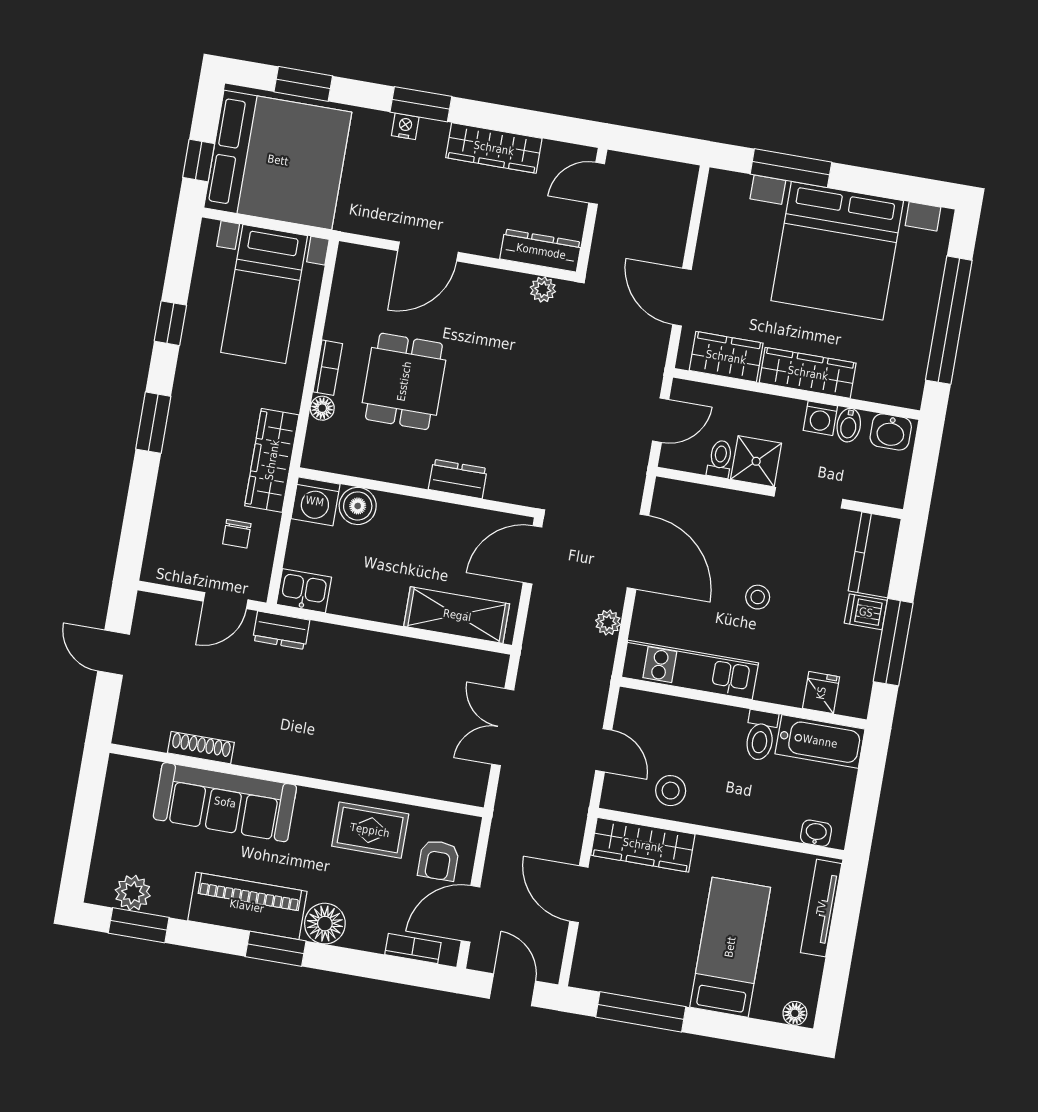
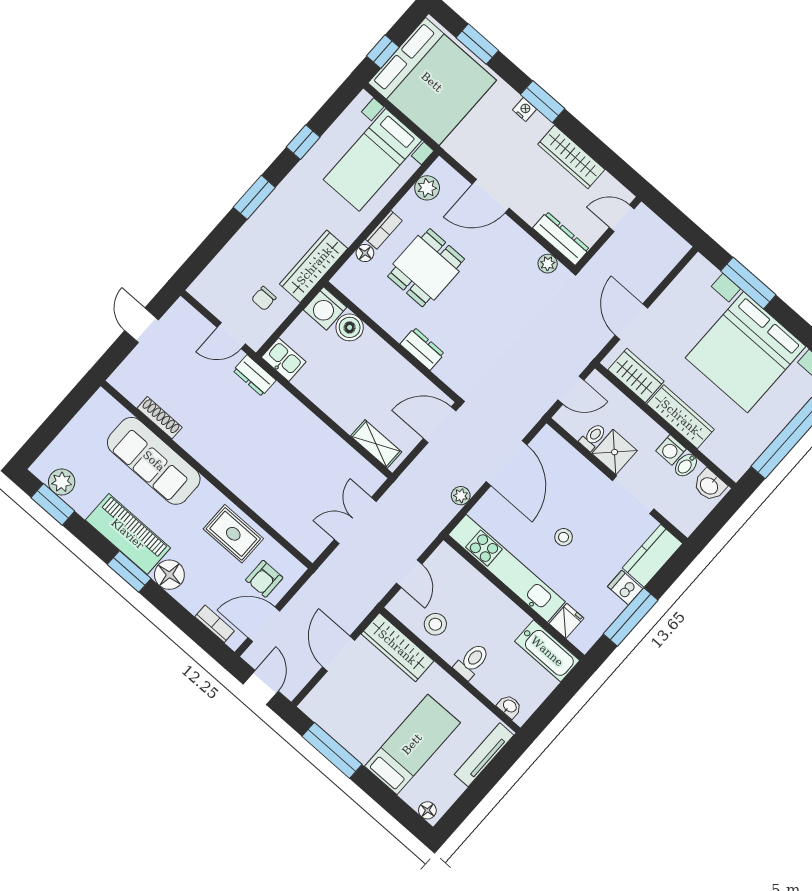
plant: (348, 288) -> (427, 188), added
shelving: (457, 615) -> (376, 444), width x0.67, depth x0.75
kitchen unit: (690, 670) -> (507, 568), width x1.36
toilet: (761, 736) -> (472, 661), moved, turned 180

